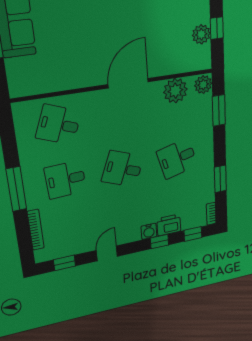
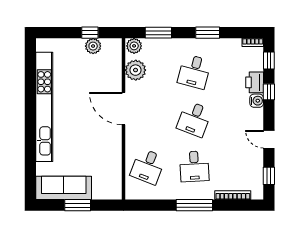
desk: (177, 159) -> (194, 72), turned 30
window: (220, 179) -> (208, 33), moved

